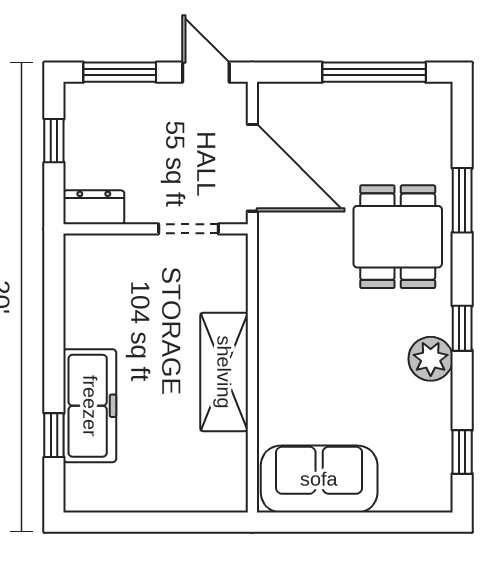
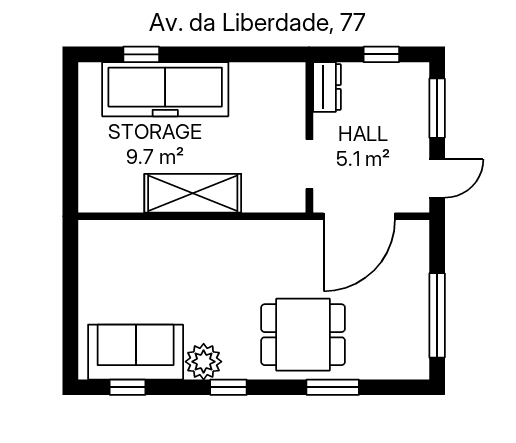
freezer: (90, 406) -> (165, 89), width x1.36, depth x1.26
sofa: (319, 479) -> (136, 352), moved, turned -90

